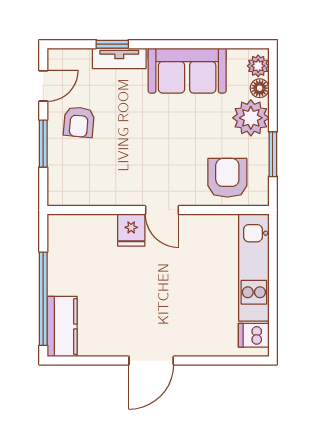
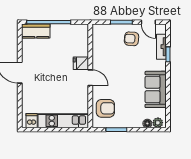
tv unit: (119, 58) -> (161, 47), moved
plant: (251, 118) -> (133, 119), removed
door: (162, 210) -> (90, 78), swing flipped

